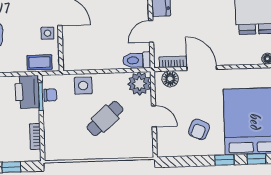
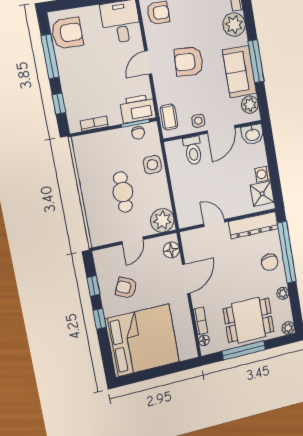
toilet: (137, 60) -> (193, 151), moved, turned 180
bookcase: (173, 62) -> (200, 321), moved
cafe table: (105, 119) -> (123, 192), turned 41
window: (257, 159) -> (93, 286), moved

